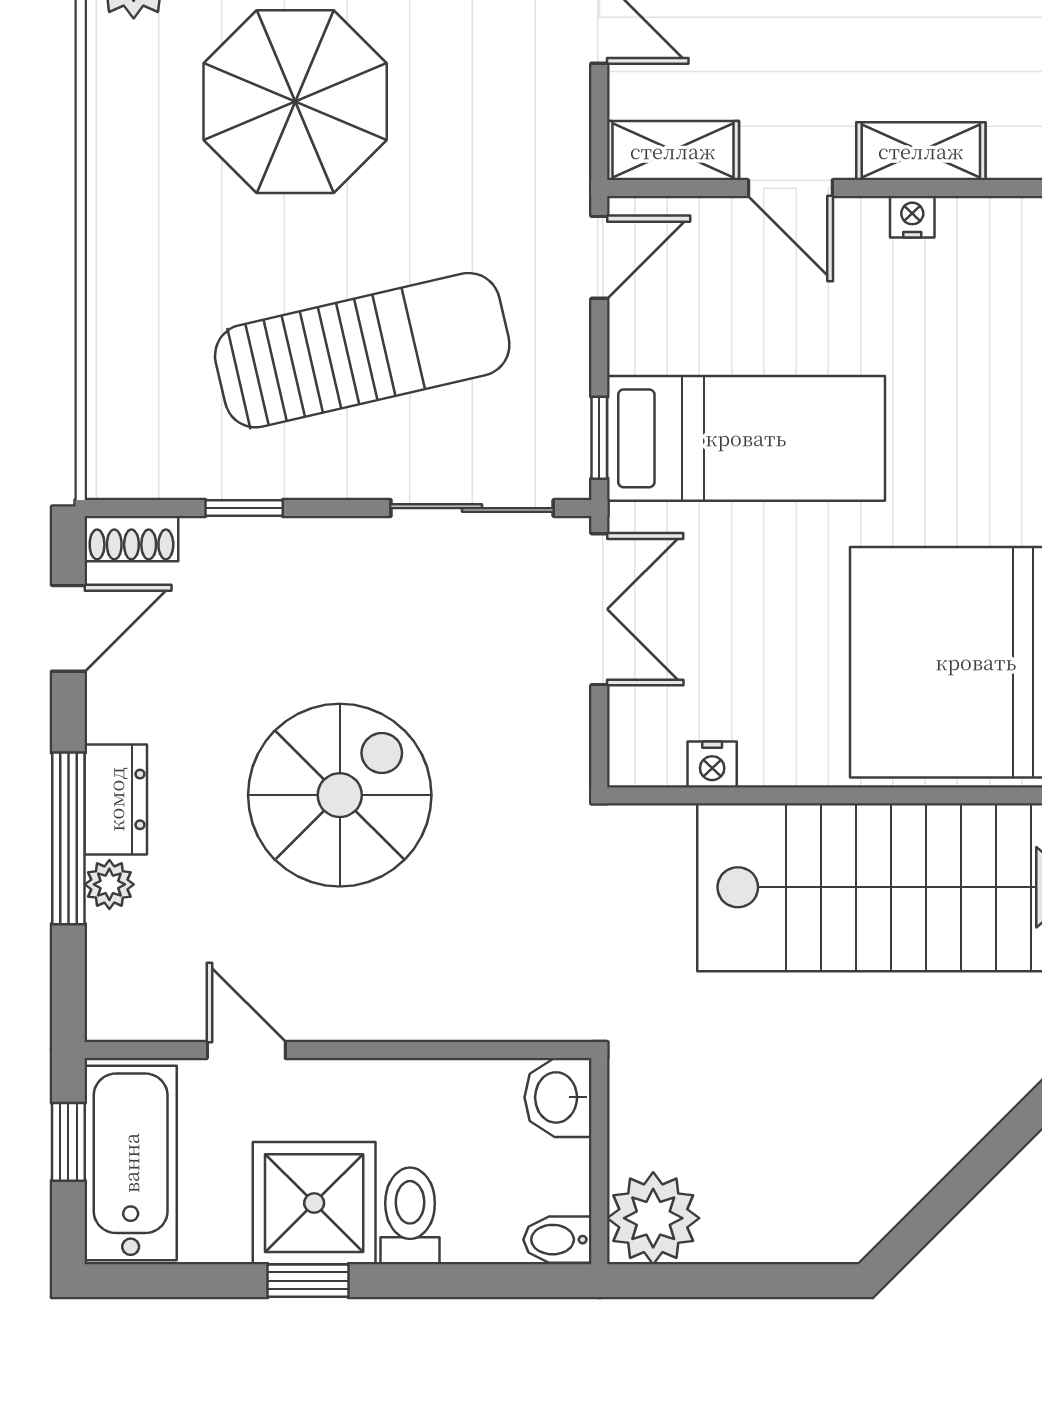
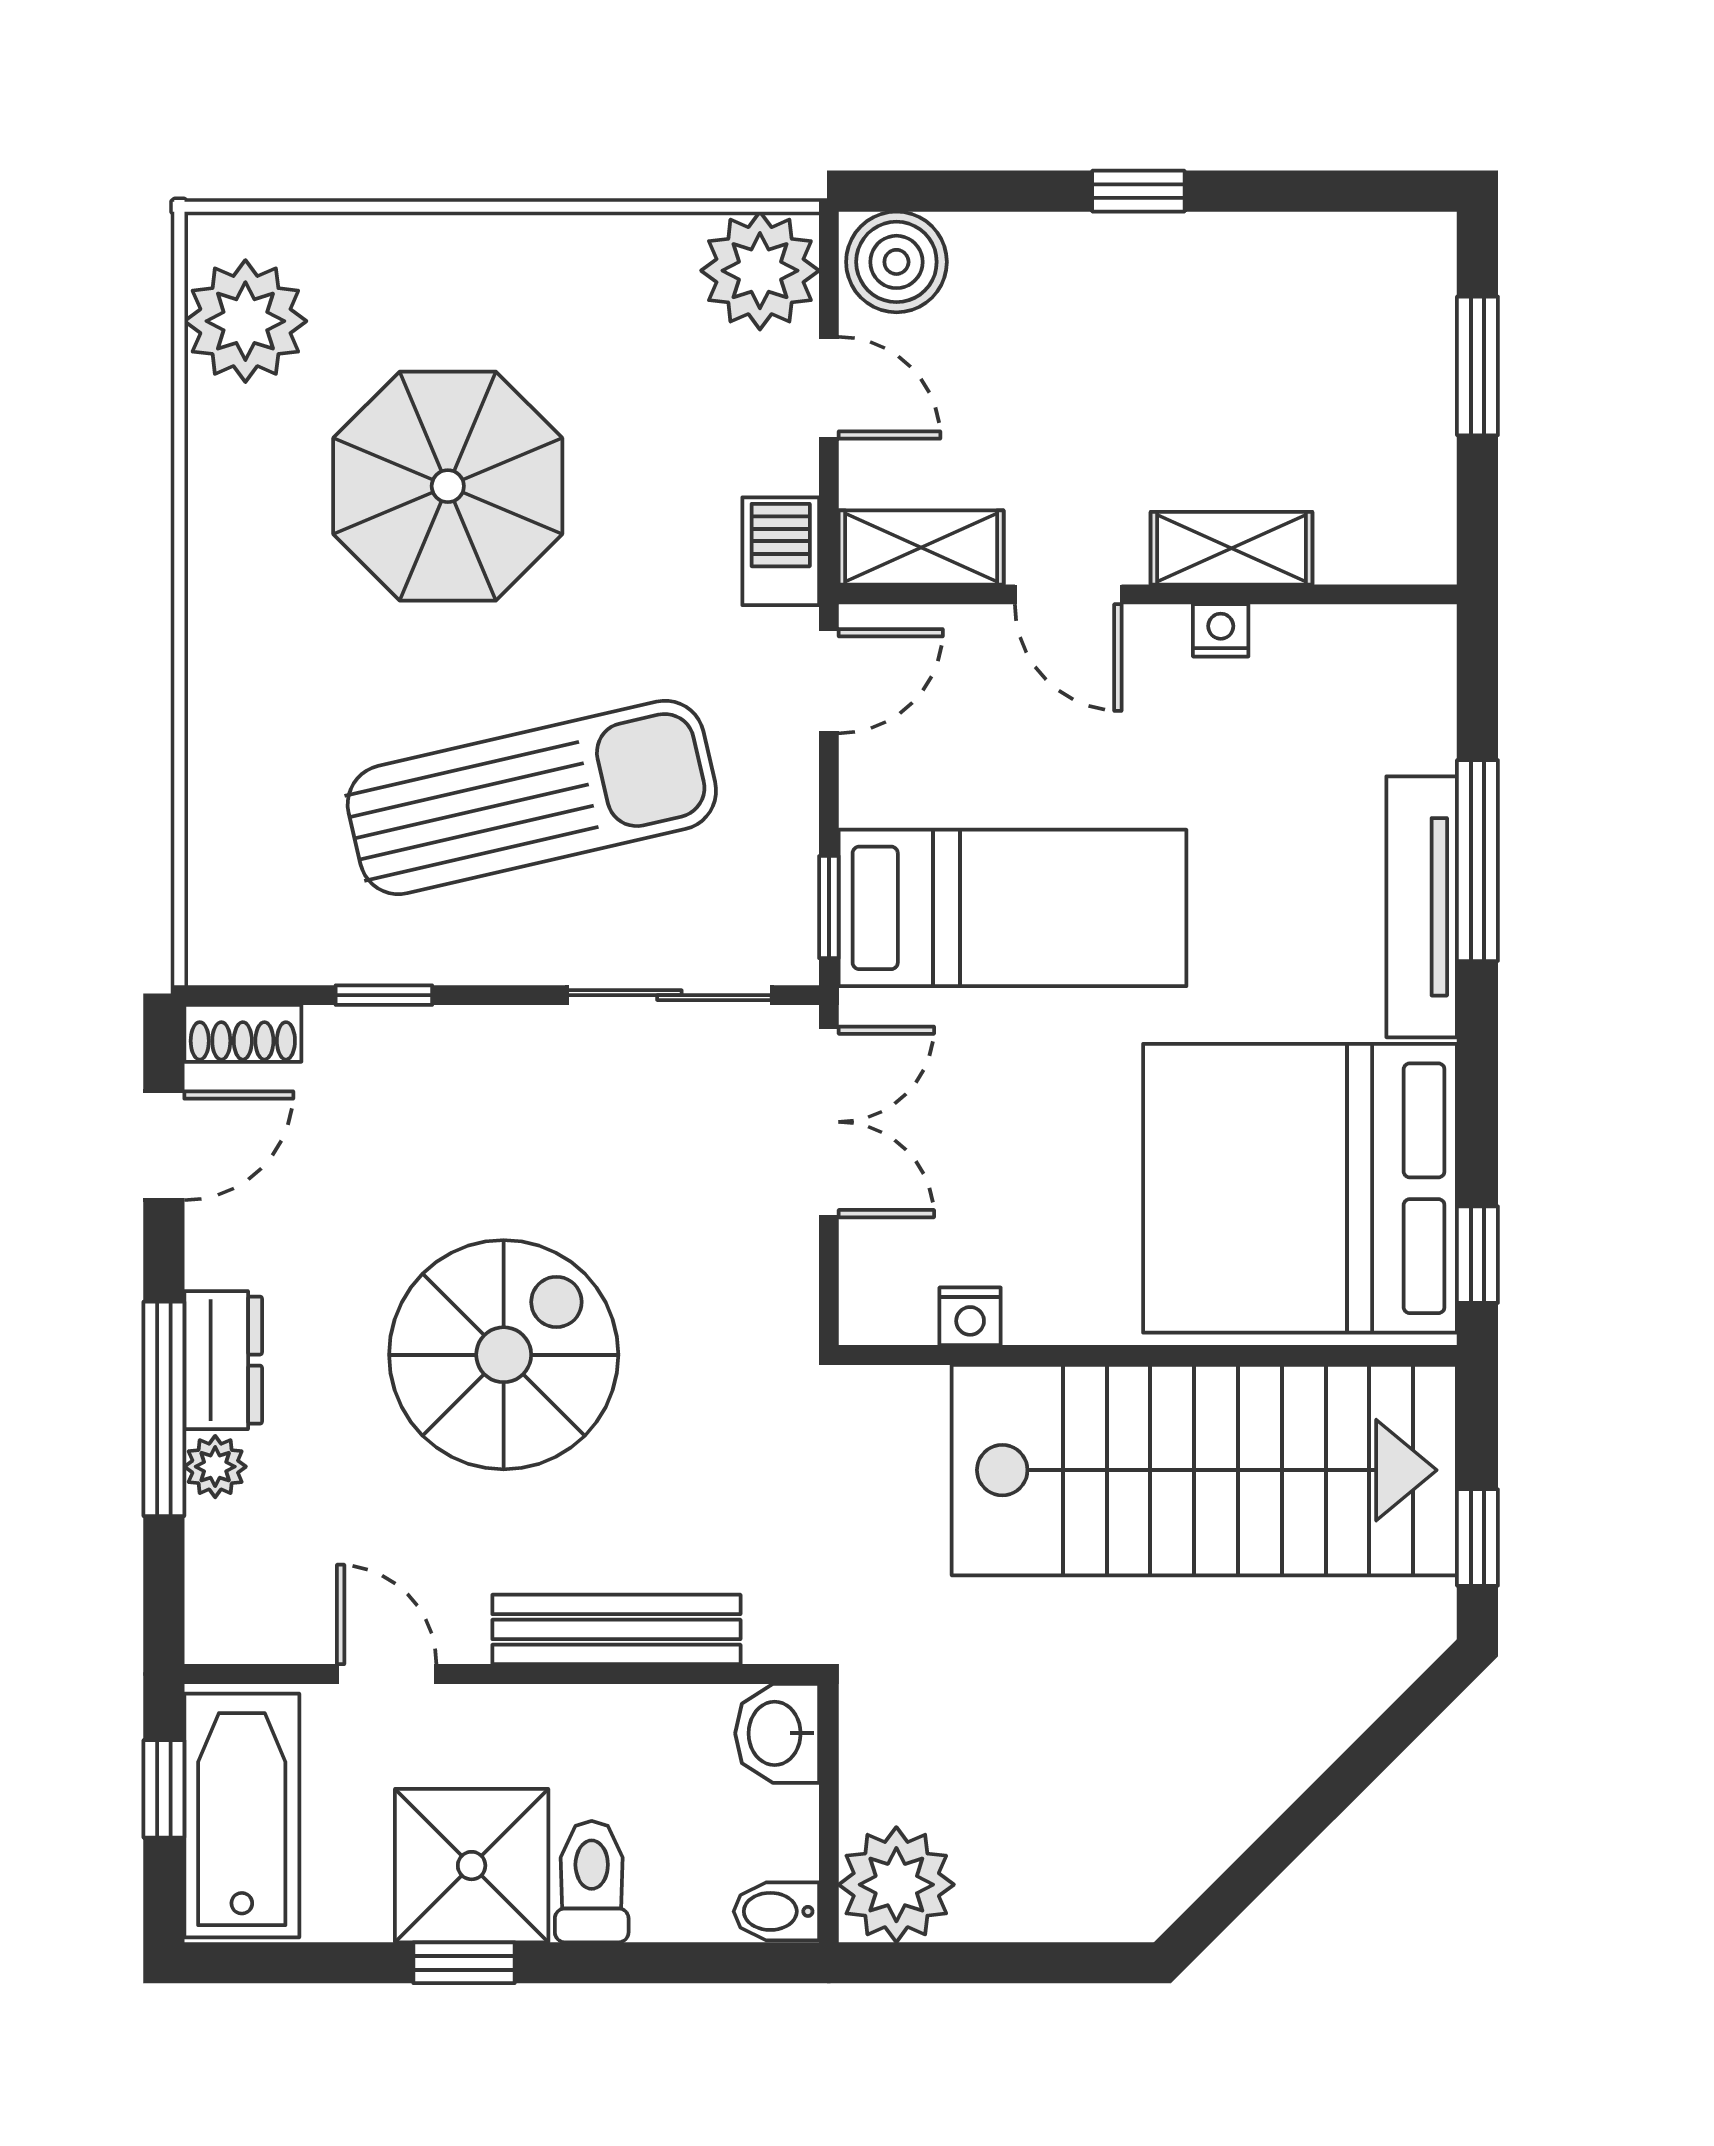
barbecue: (561, 154) -> (781, 551), added
bench: (430, 1014) -> (616, 1629), added

